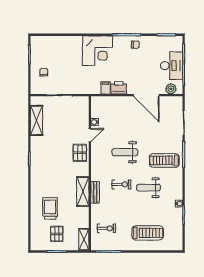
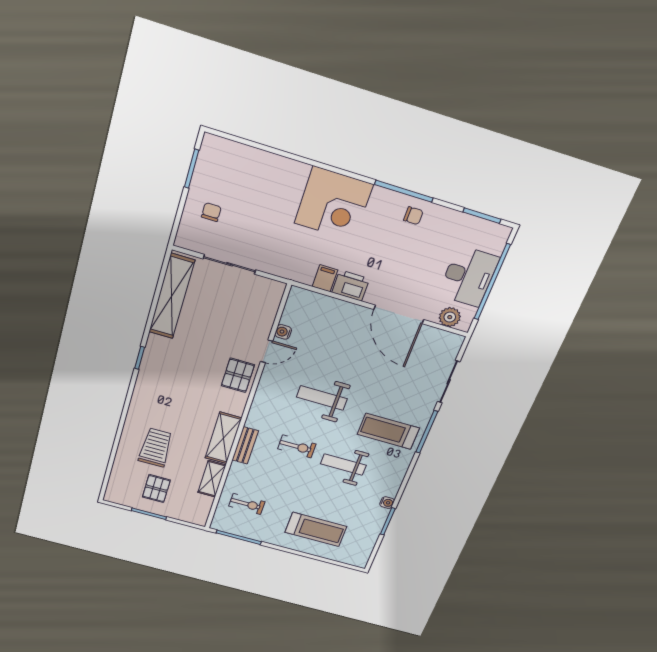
shelving: (37, 120) -> (172, 296), width x1.47
shelving: (84, 239) -> (212, 479), moved

